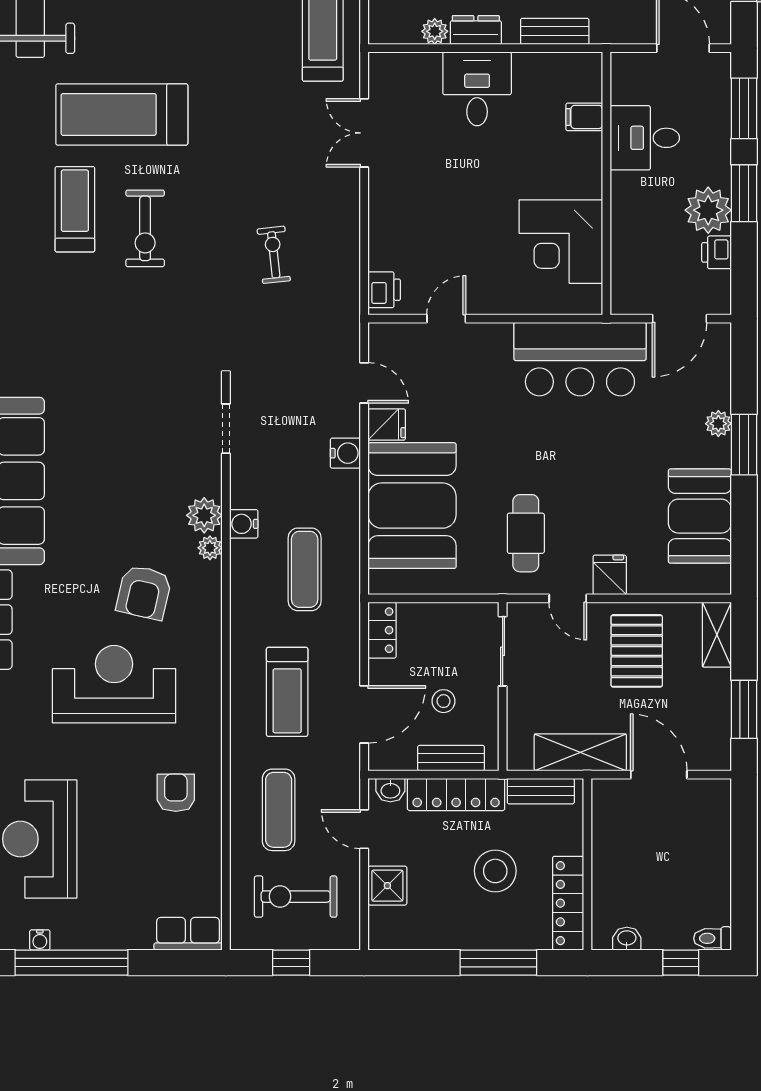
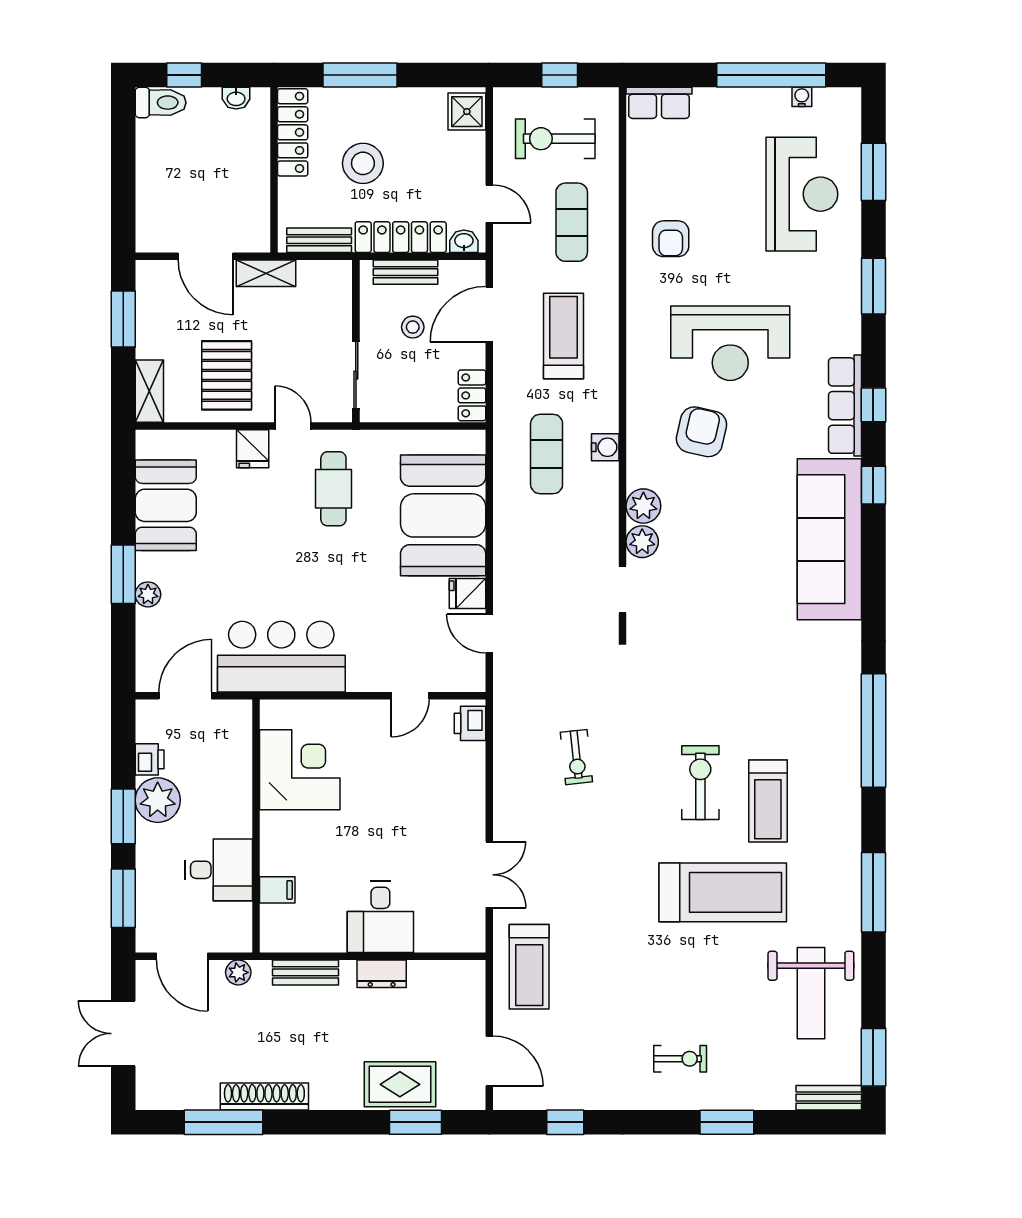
plant: (435, 31) -> (238, 972), moved
water cooler: (345, 453) -> (507, 566), removed
water cooler: (244, 524) -> (605, 447), moved
plant: (210, 548) -> (642, 542), moved, width x1.38, depth x1.38
shelving: (580, 752) -> (266, 273), width x0.67, depth x0.75
shower: (387, 886) -> (467, 112), moved
exercise bike: (296, 897) -> (555, 139), turned 180
toilet: (713, 938) -> (161, 103), width x1.37, depth x1.39

